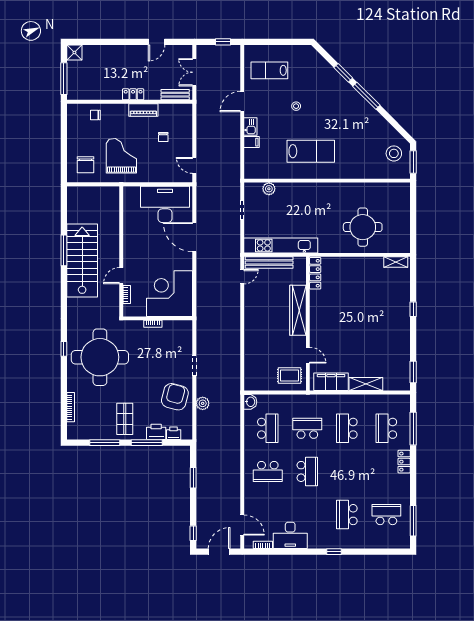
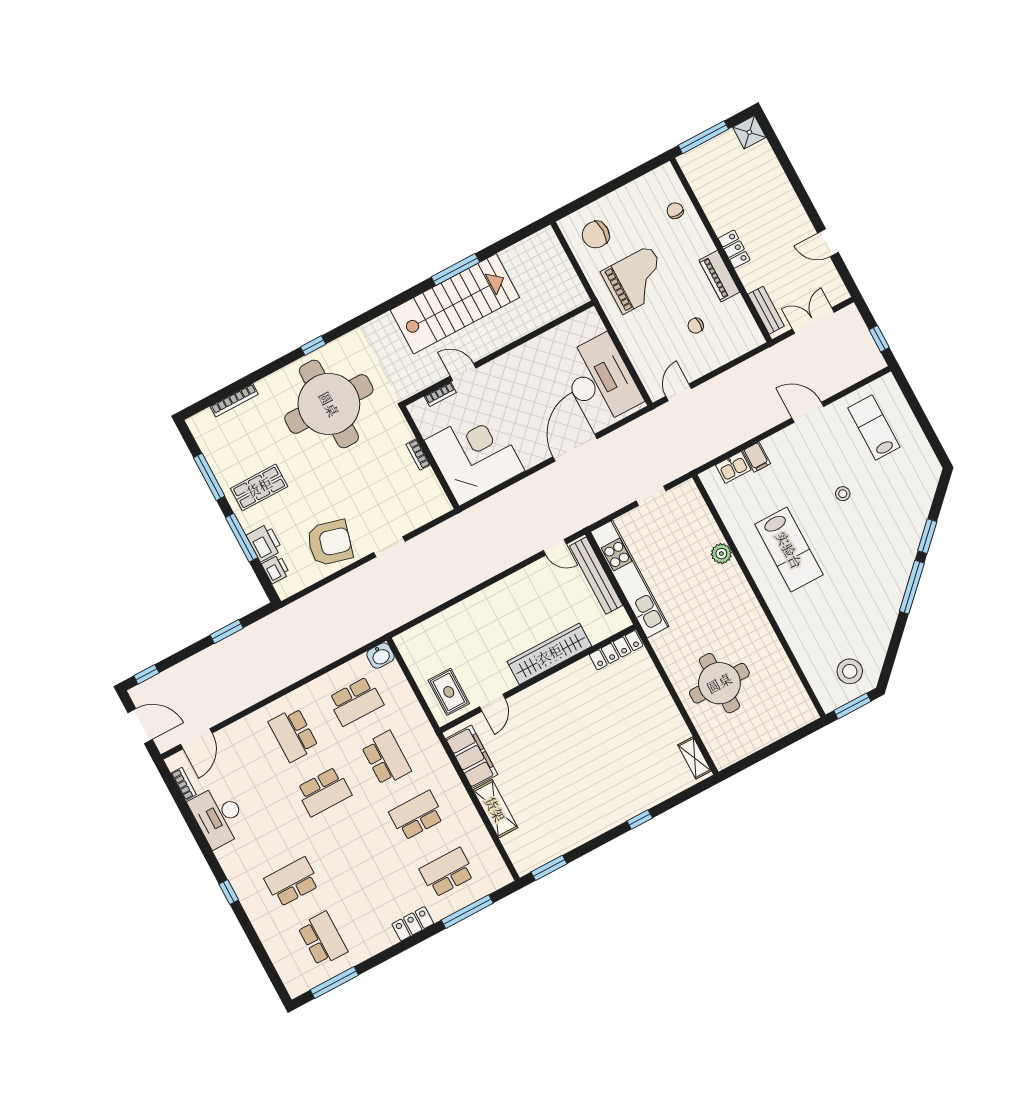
kitchen sink: (250, 126) -> (733, 467), moved
plant: (269, 189) -> (721, 554), moved
plant: (203, 403) -> (342, 588), removed

